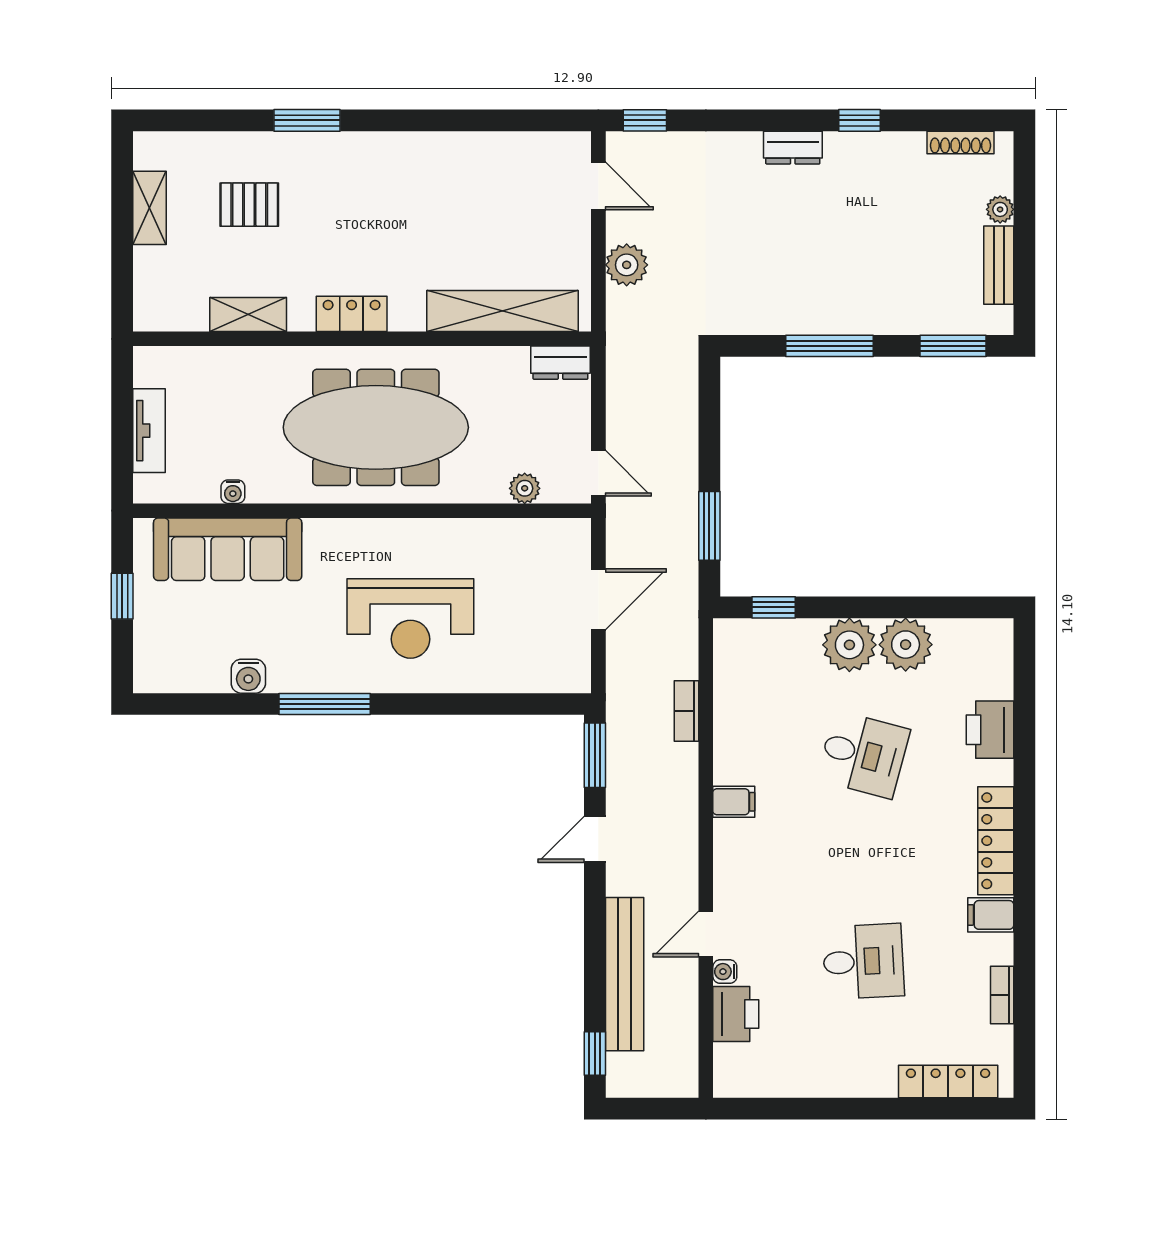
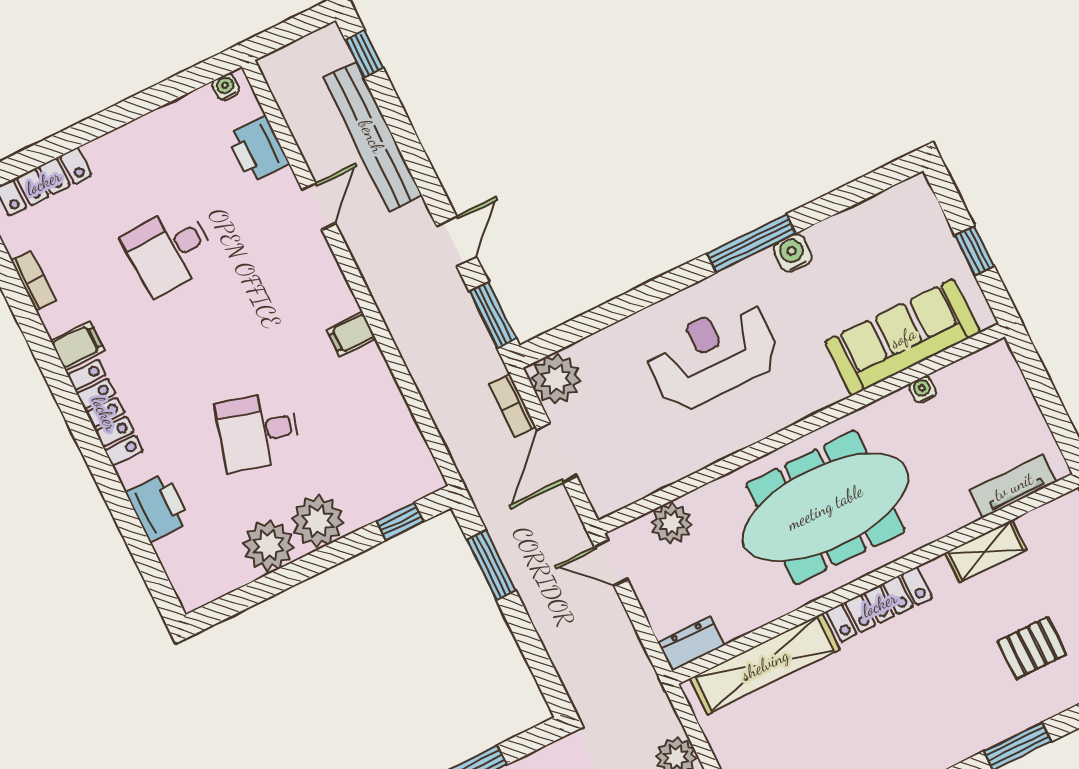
locker: (352, 314) -> (879, 604), width x1.53
tv unit: (149, 431) -> (1013, 486), moved, turned 90
plant: (525, 488) -> (671, 523), width x1.38, depth x1.38
plant: (566, 668) -> (556, 379), added
water cooler: (248, 676) -> (793, 253), moved
bookcase: (686, 711) -> (512, 406), moved, turned 180
water cooler: (725, 972) -> (226, 87), moved, turned -90

